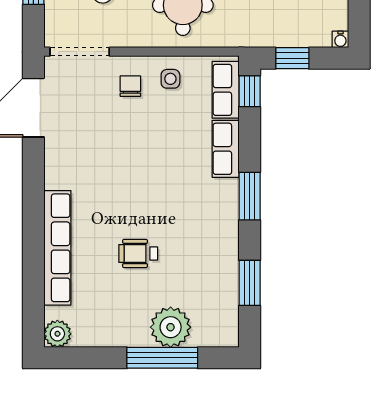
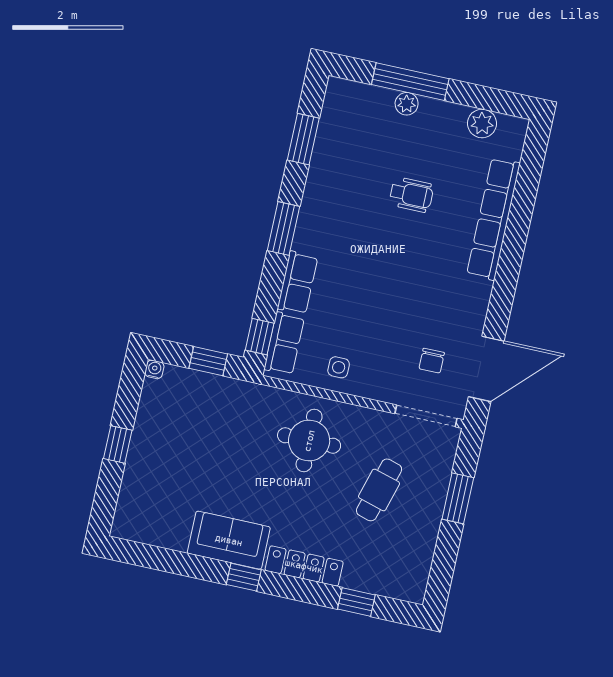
chair: (130, 86) -> (432, 361), moved
plant: (171, 327) -> (407, 104), width x0.53, depth x0.53
plant: (57, 334) -> (482, 123), moved

